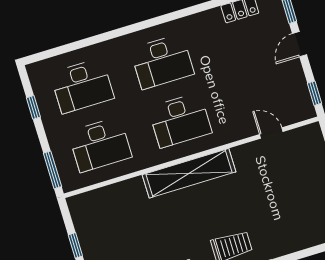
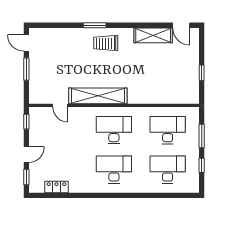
window: (52, 170) -> (202, 136), moved
shelving: (189, 173) -> (98, 96), moved

